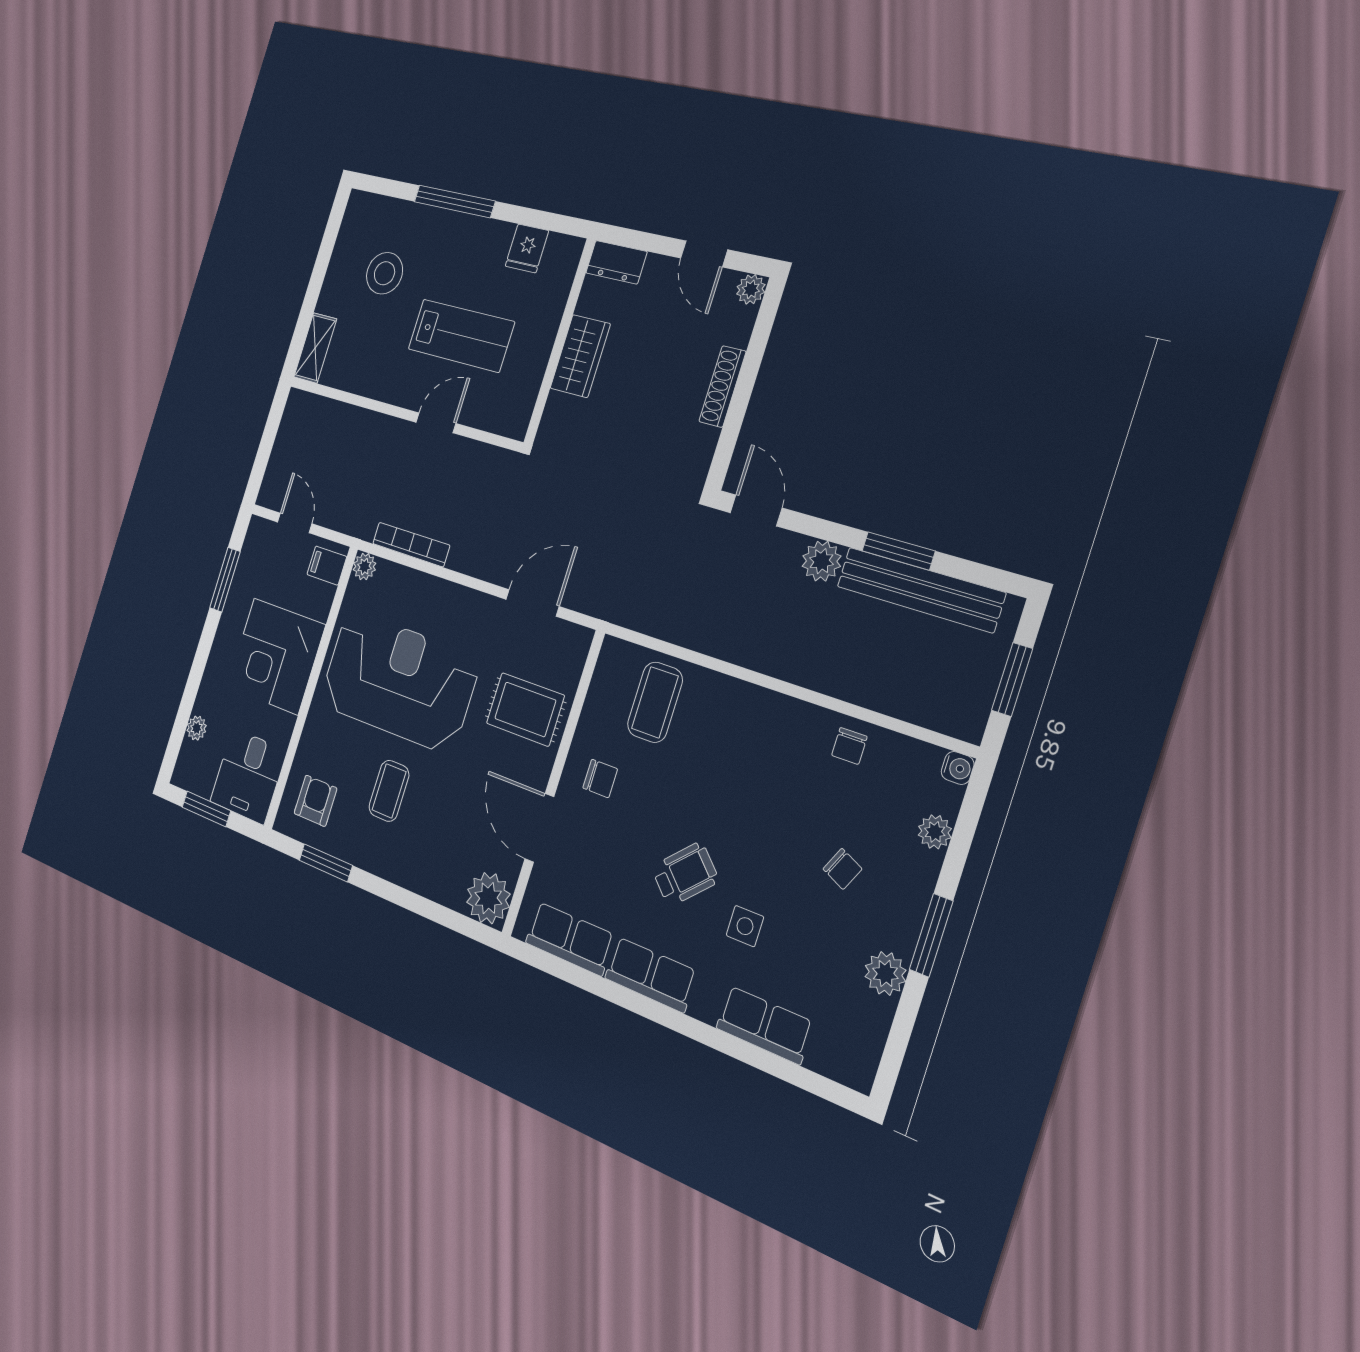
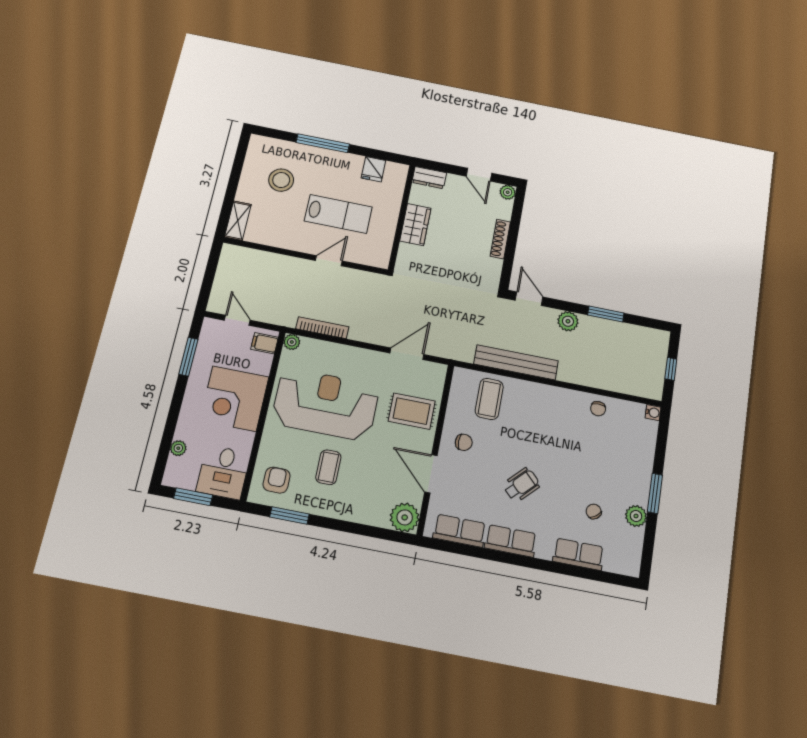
bench: (920, 590) -> (516, 362), moved
window: (1012, 679) -> (671, 369), width x0.67
plant: (935, 832) -> (648, 444), removed
chair: (842, 869) -> (594, 511), moved, turned -151
side table: (745, 926) -> (559, 506), removed

